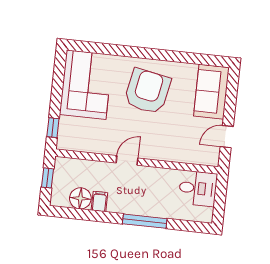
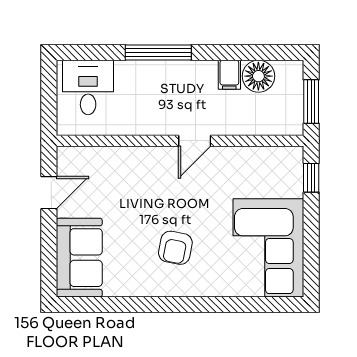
armchair: (147, 91) -> (175, 248), width x0.53, depth x0.53
window: (48, 178) -> (311, 101), width x1.50
desk: (198, 188) -> (88, 87), moved, turned 90

